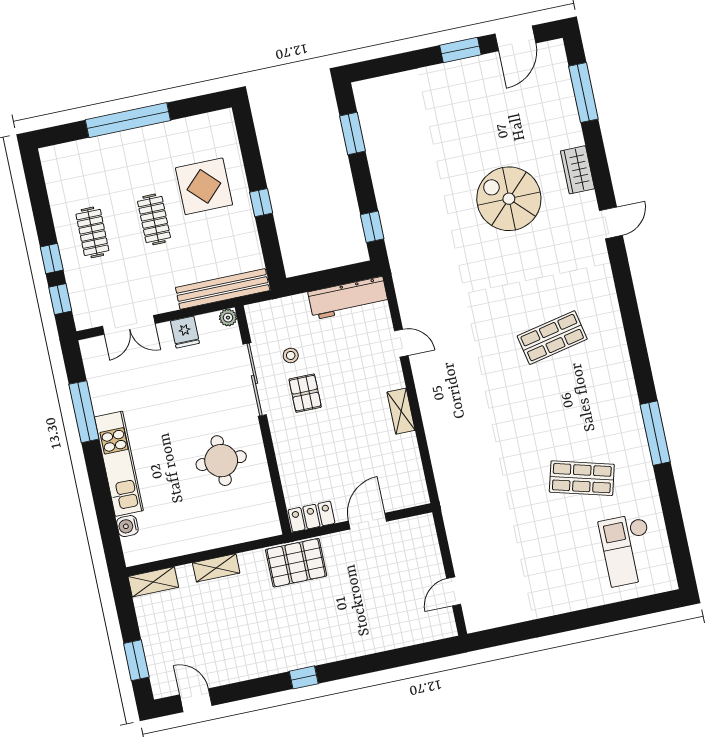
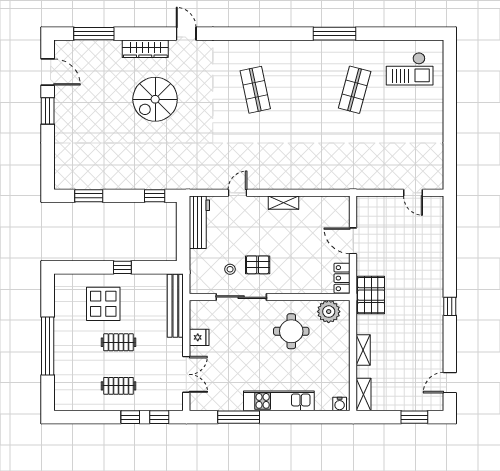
wardrobe: (577, 170) -> (145, 49), width x1.50
plant: (228, 318) -> (329, 312), moved, width x1.88, depth x1.88
water cooler: (127, 526) -> (340, 404), moved

